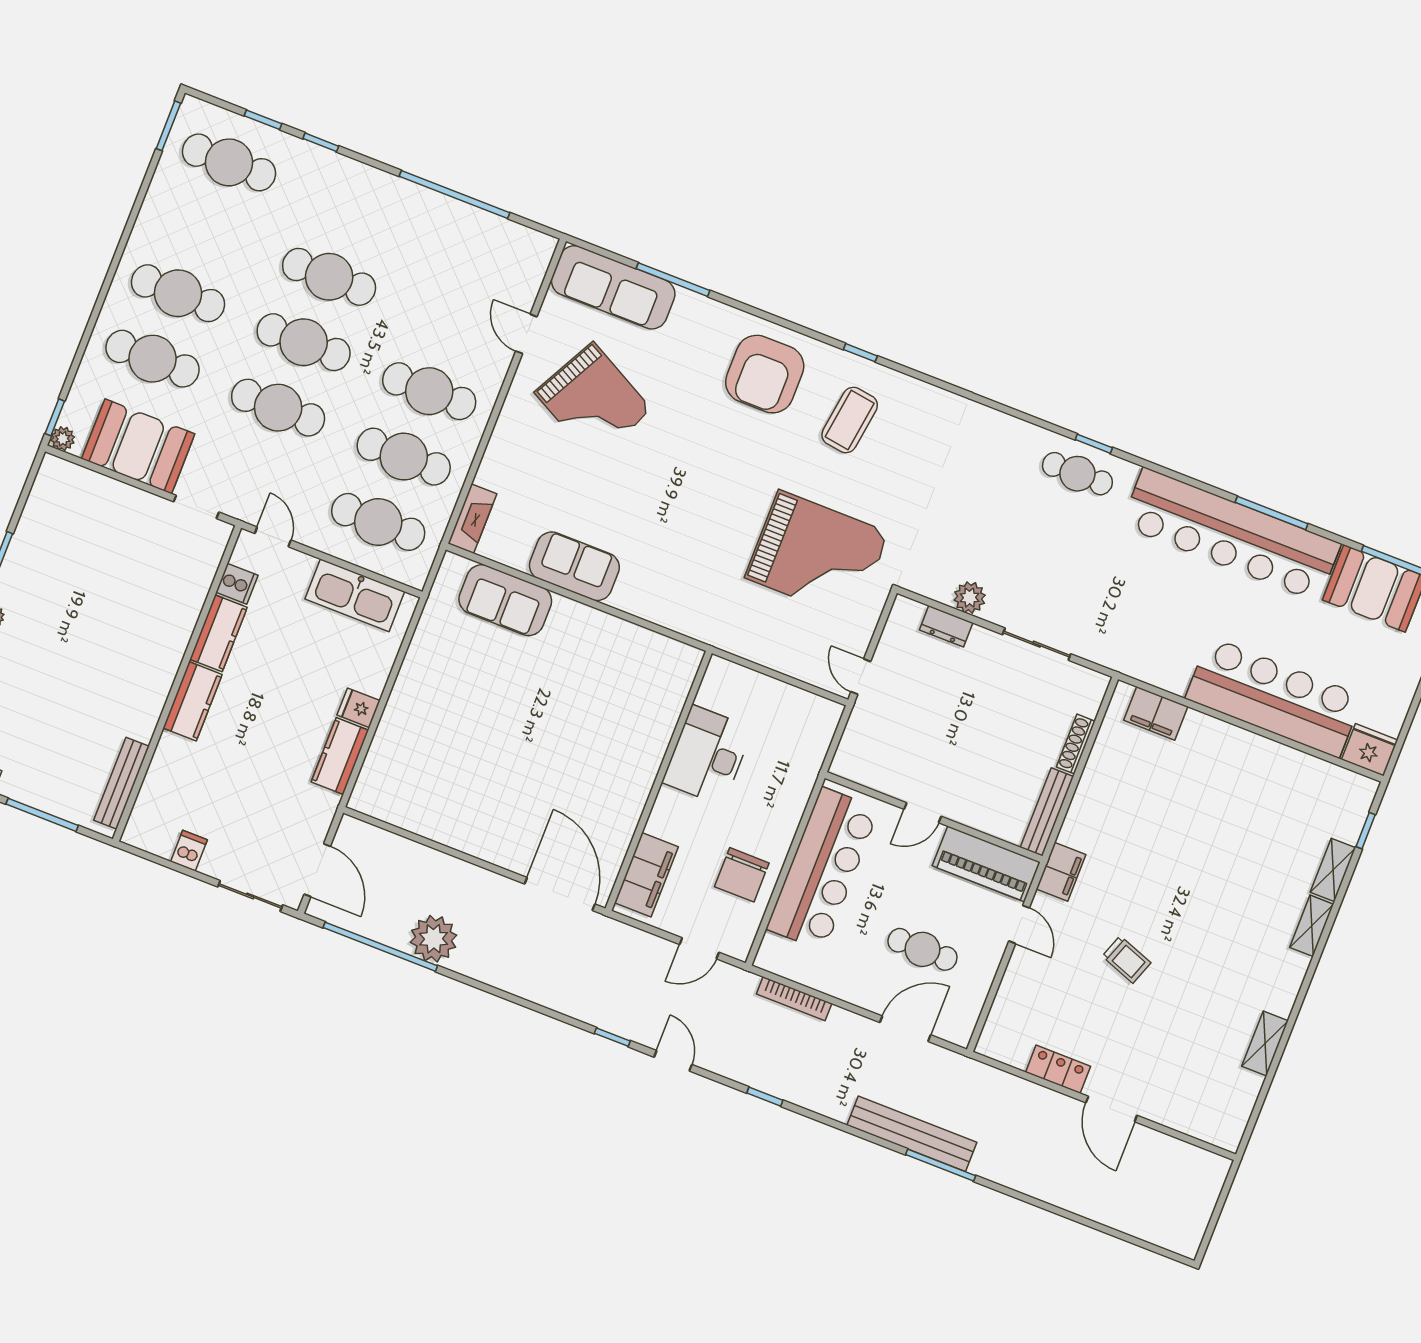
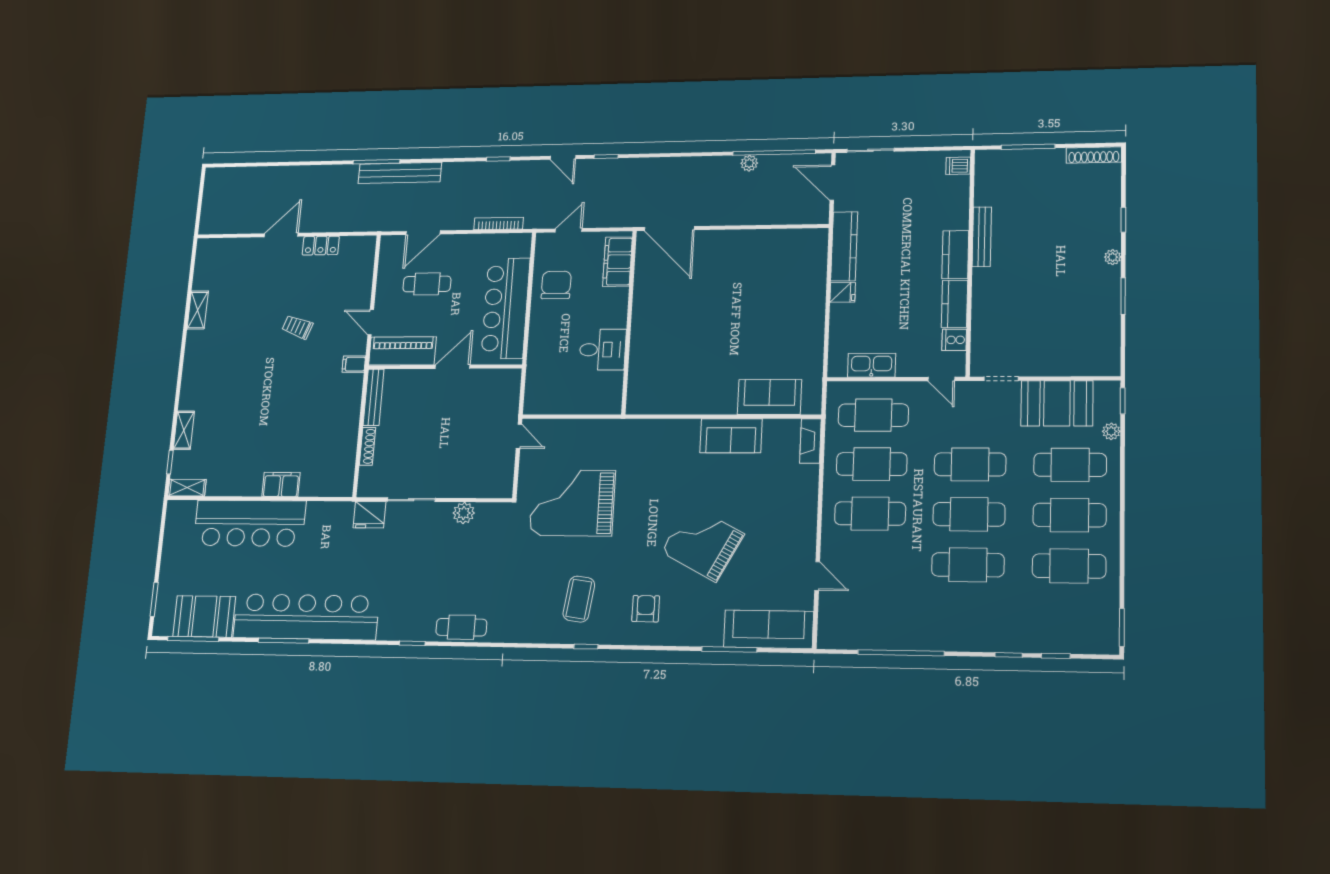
cafe table: (229, 162) -> (1069, 566), moved
armchair: (765, 374) -> (646, 609), width x0.53, depth x0.53
grand piano: (593, 401) -> (703, 543), moved
plant: (63, 439) -> (1111, 431), moved
cafe table: (1077, 474) -> (461, 627), moved
kitchen sink: (355, 595) -> (872, 365), width x0.73, depth x0.81
dresser: (946, 626) -> (473, 489), removed
filing cabinet: (1156, 713) -> (281, 484), moved
fridge: (1370, 750) -> (370, 515), moved
desk: (708, 755) -> (603, 350), width x0.73
kitchen counter: (340, 756) -> (844, 246), width x1.50
bench: (121, 783) -> (982, 237), moved
door: (923, 813) -> (453, 367), width x1.38
dishwasher: (189, 851) -> (958, 166), moved, turned 90
filing cabinet: (1061, 872) -> (354, 364), width x0.50
shelving: (1312, 926) -> (187, 488), moved, turned 90
plant: (434, 939) -> (749, 163), width x0.53, depth x0.53
door: (1111, 1109) -> (281, 235), hinge flipped

